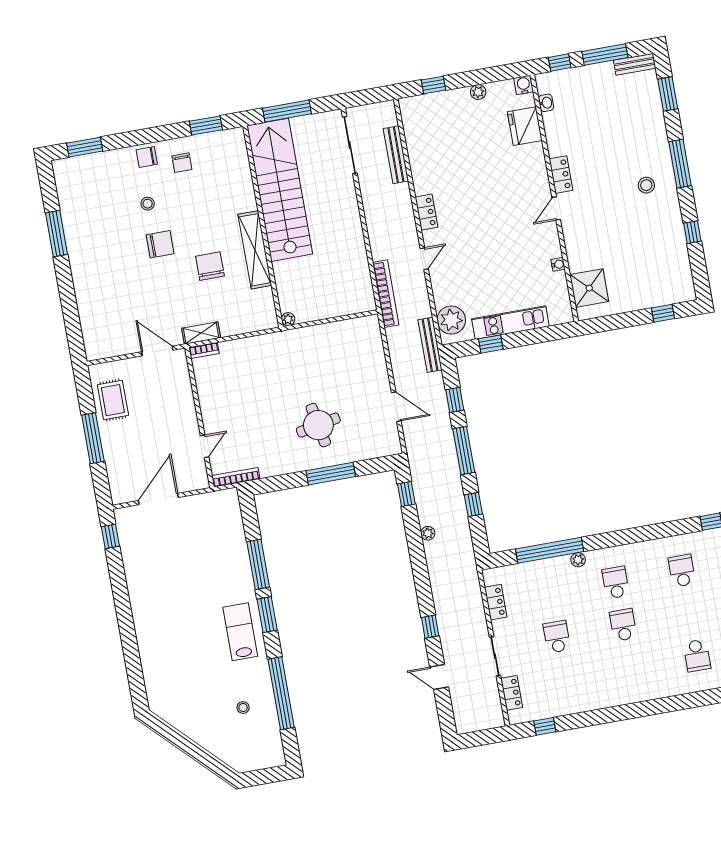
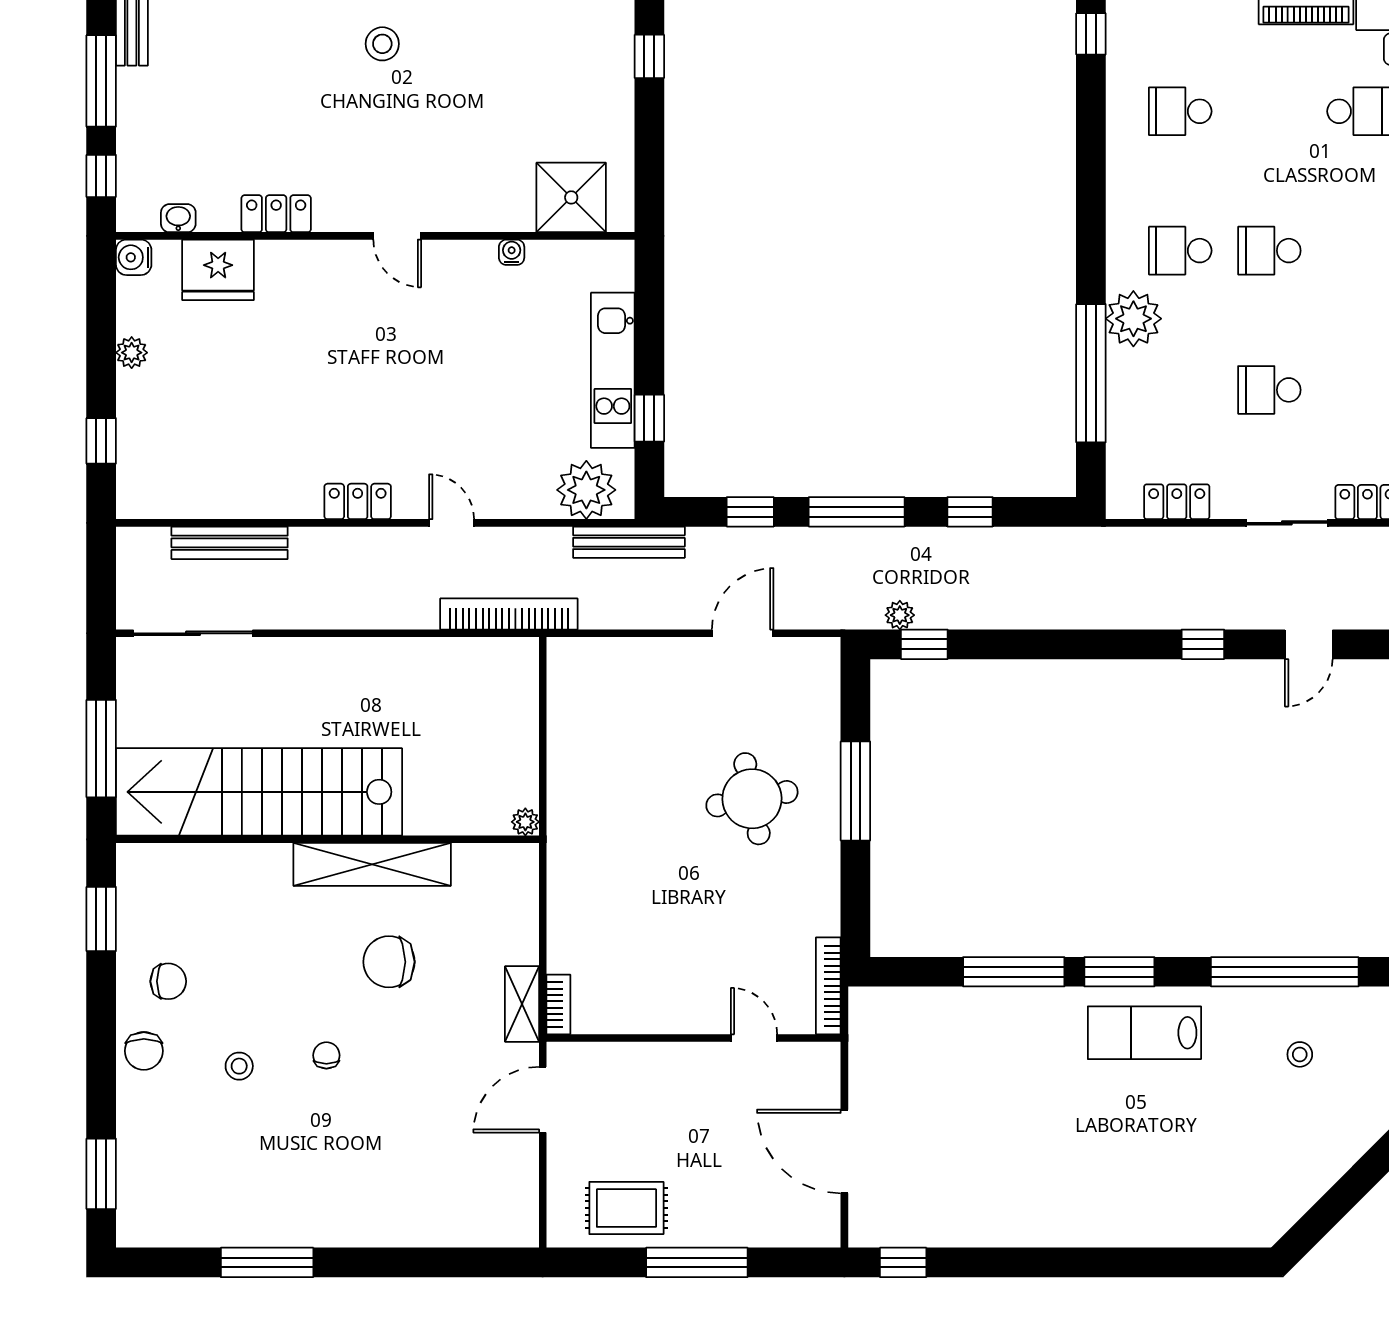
locker: (561, 175) -> (276, 214), moved
chair: (160, 244) -> (326, 1055), width x0.54, depth x0.54
plant: (428, 533) -> (900, 615), moved
plant: (578, 560) -> (1133, 319), width x1.88, depth x1.88

